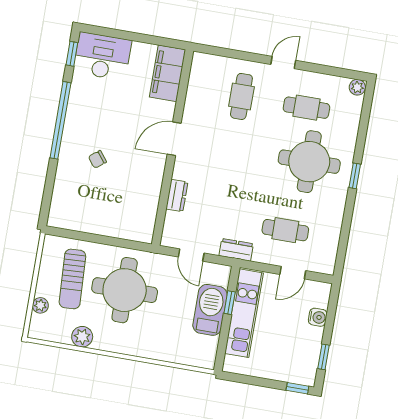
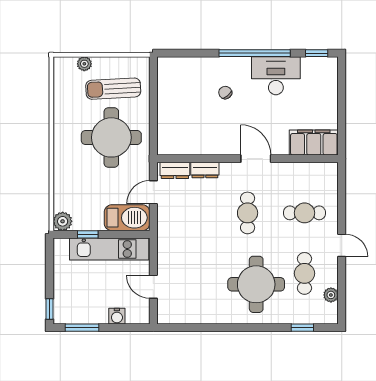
desk: (102, 56) -> (276, 76), moved, turned -90
plant: (357, 87) -> (331, 295), moved
window: (355, 176) -> (302, 328), moved
cafe table: (285, 230) -> (248, 213), moved
dresser: (236, 250) -> (175, 170), moved, turned 90
window: (230, 303) -> (88, 234), moved
barbecue: (210, 310) -> (127, 218), moved
plant: (82, 337) -> (63, 221), moved
window: (323, 357) -> (82, 328), width x1.50

